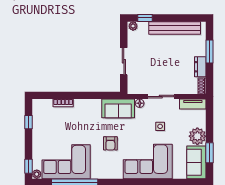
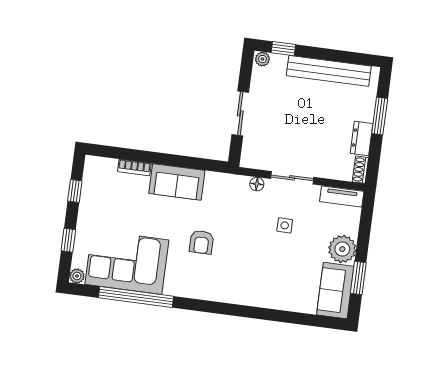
sofa: (118, 108) -> (177, 182), moved
corner sofa: (148, 161) -> (258, 279), removed
window: (29, 166) -> (68, 240), moved

